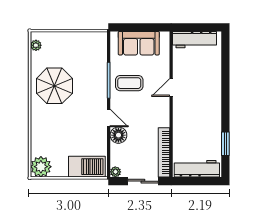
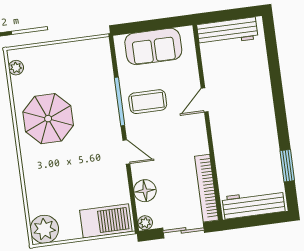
floor lamp: (118, 135) -> (145, 191), moved

